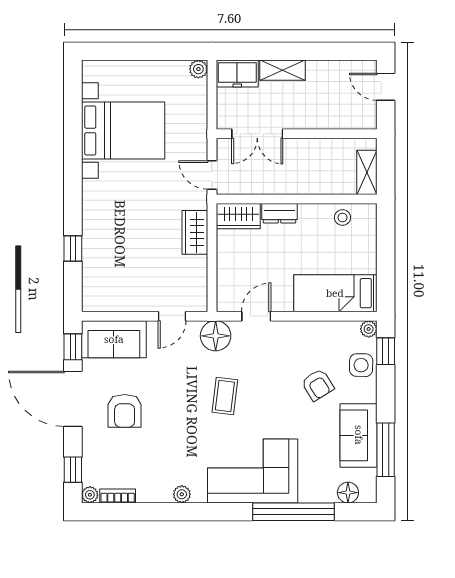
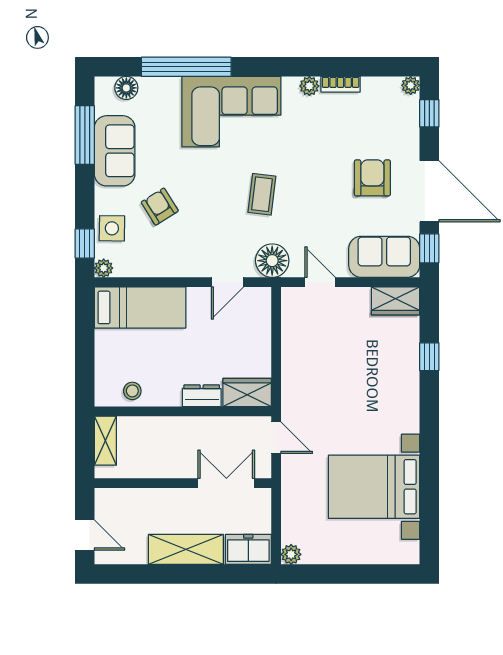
shelving: (283, 70) -> (186, 549), width x1.50, depth x1.33
wardrobe: (195, 232) -> (396, 301), moved, turned 90
door: (172, 316) -> (320, 282), hinge flipped
bookcase: (118, 496) -> (341, 84), moved

